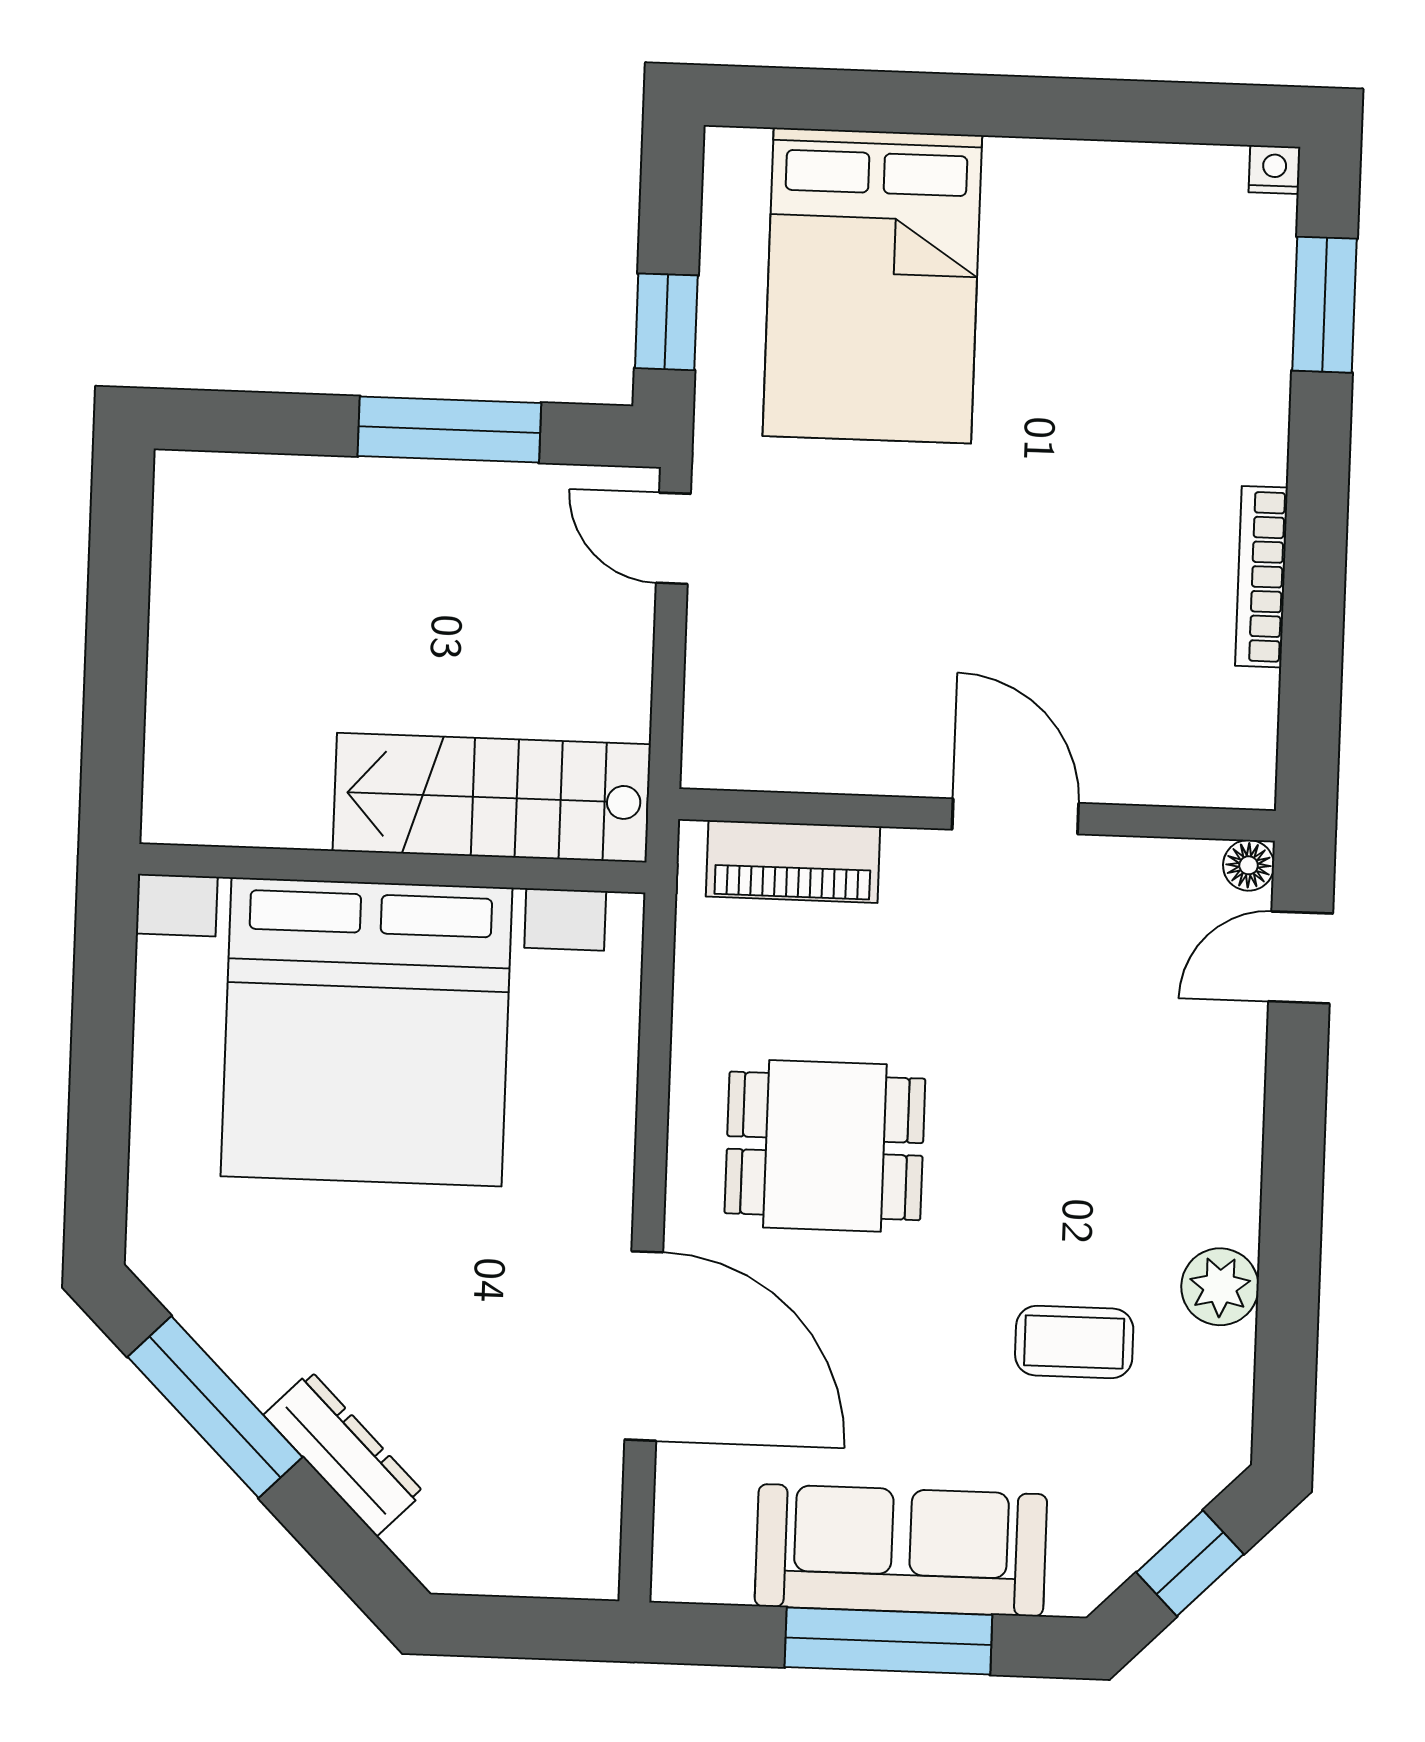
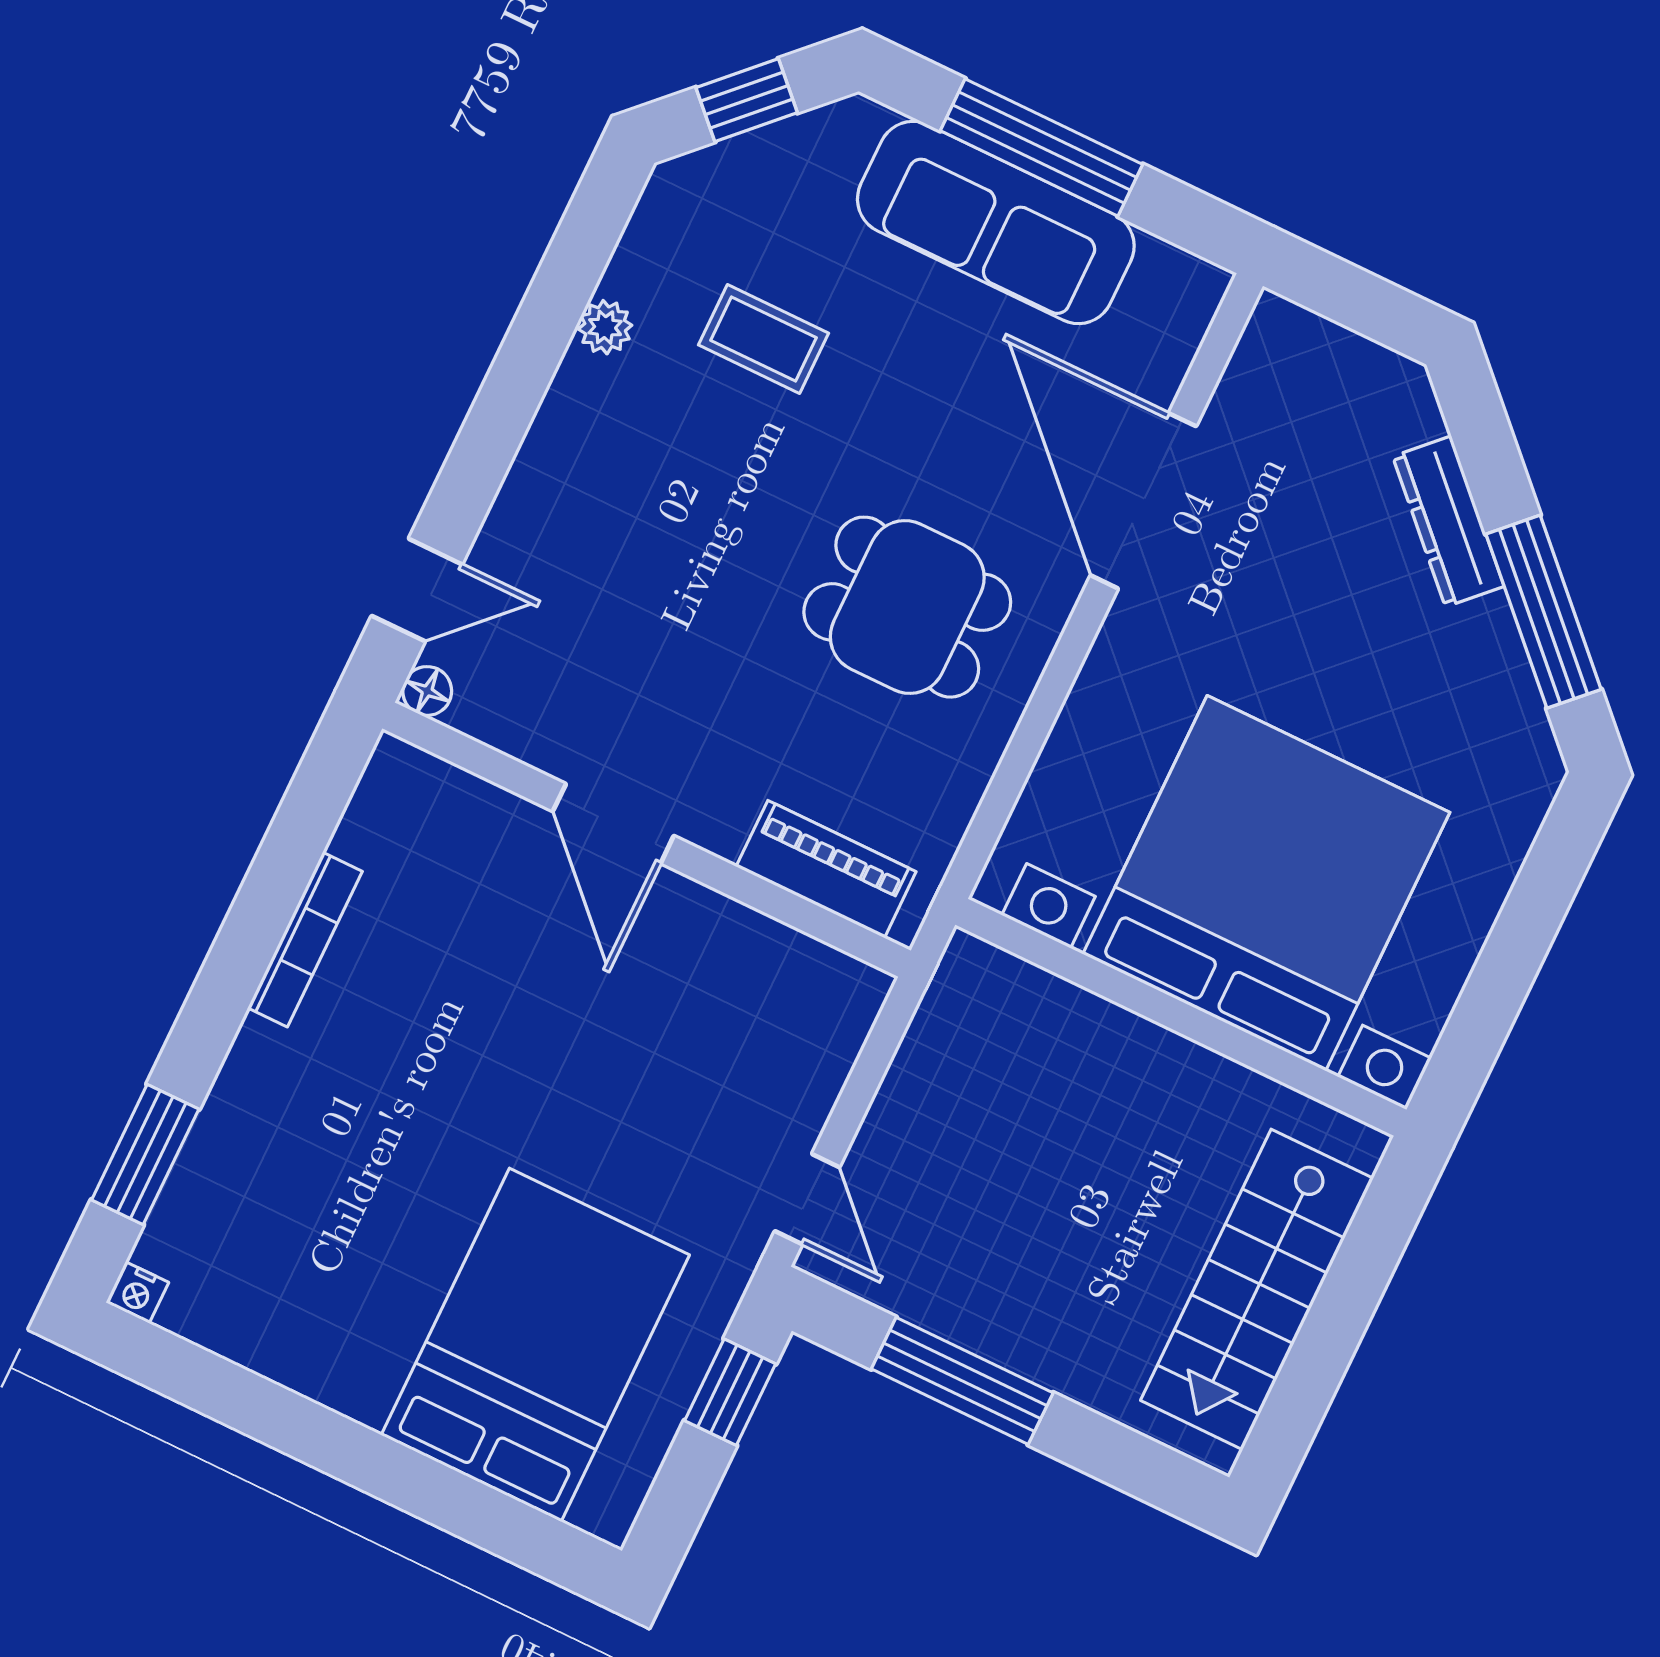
stairs: (492, 798) -> (1257, 1289), moved, turned 90
plant: (1220, 1287) -> (605, 327), width x0.73, depth x0.73

